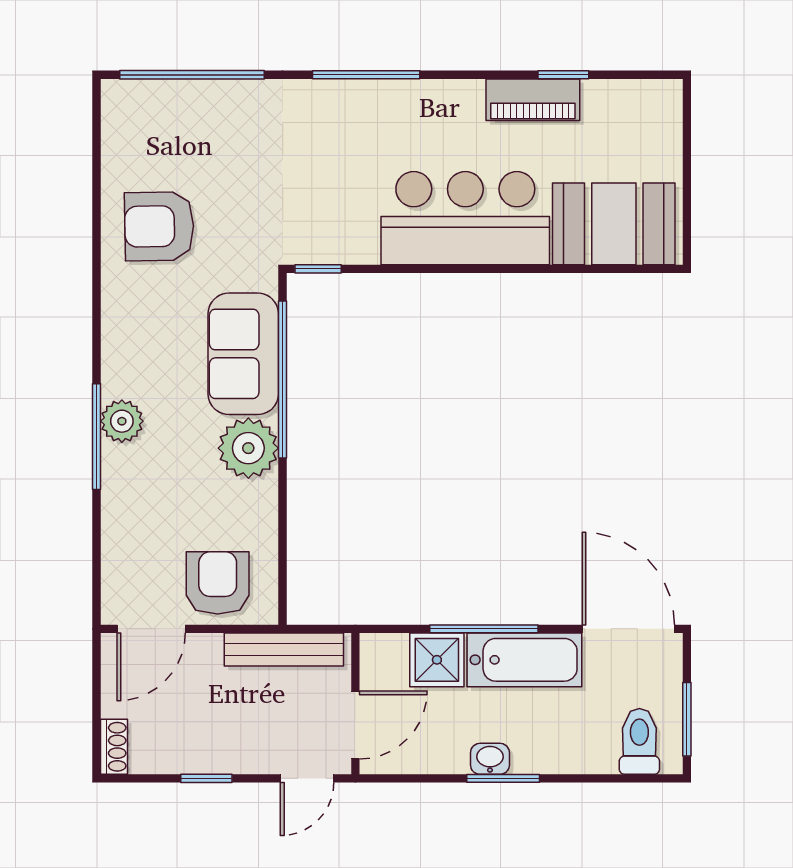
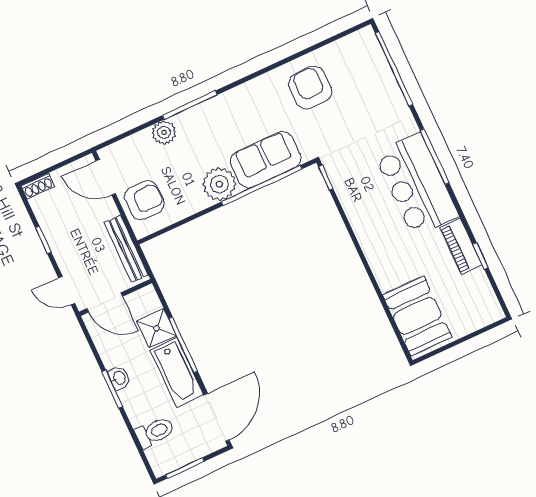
bar counter: (465, 218) -> (417, 185), moved, turned 180
plant: (122, 421) -> (164, 132), moved
toilet: (639, 741) -> (155, 432), moved

